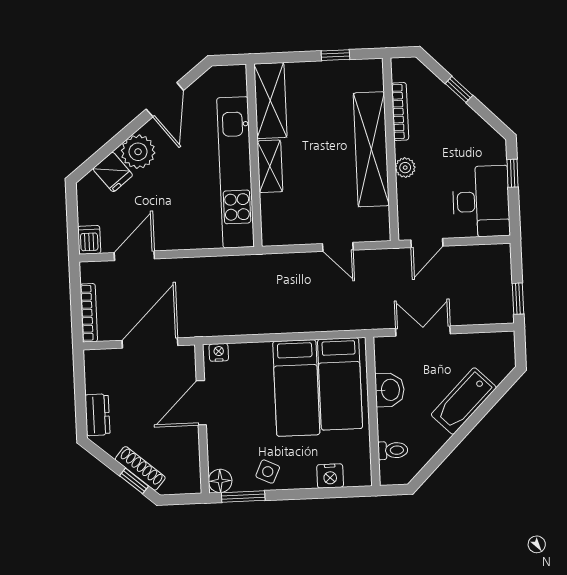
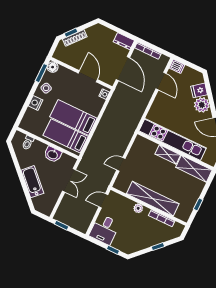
desk: (481, 202) -> (104, 229), width x0.73
door: (427, 243) -> (103, 201), hinge flipped
dresser: (97, 415) -> (124, 41), moved
nightstand: (330, 476) -> (35, 103), moved

